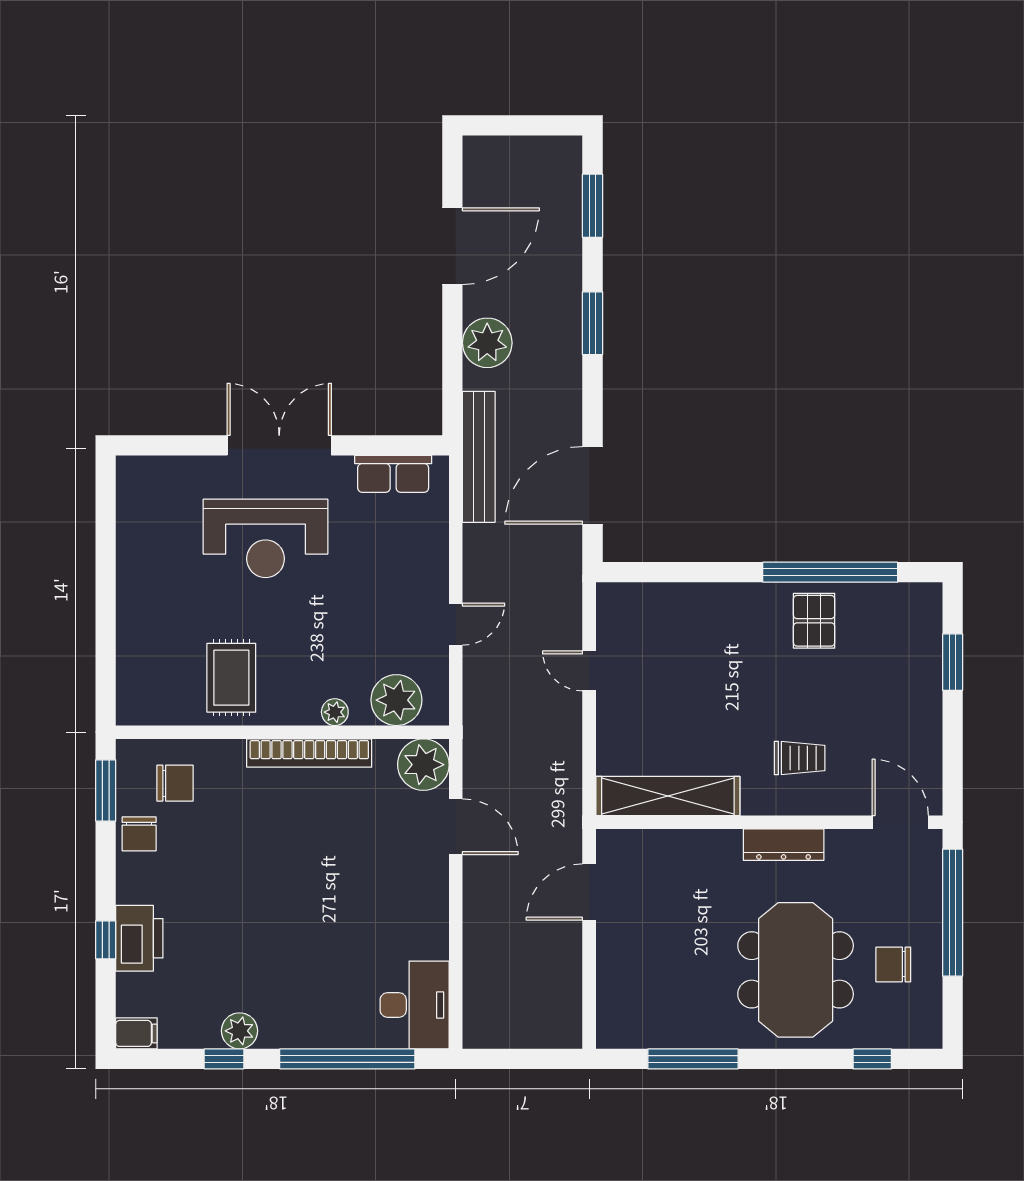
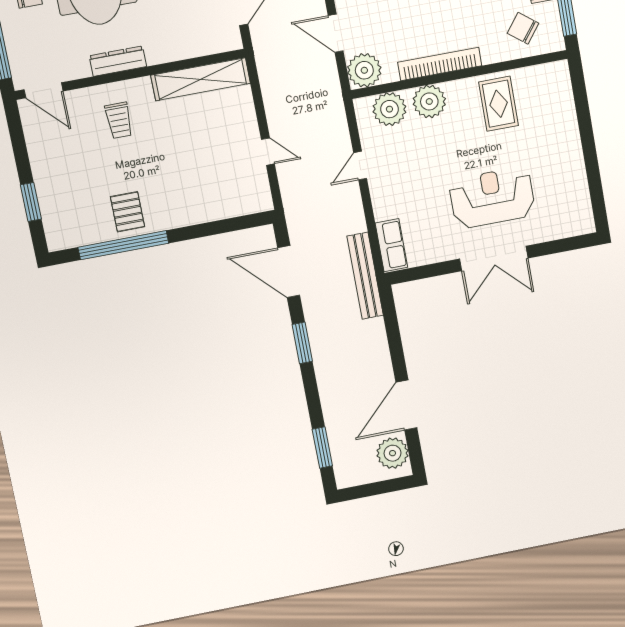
window: (593, 323) -> (302, 343), moved
plant: (487, 343) -> (393, 453), moved
row of seats: (393, 474) -> (391, 245), moved, turned 90
door: (593, 485) -> (289, 272), swing flipped
plant: (335, 712) -> (429, 101), width x1.88, depth x1.88
trolley: (800, 758) -> (119, 120), turned -90
chair: (175, 783) -> (523, 28), turned 38

